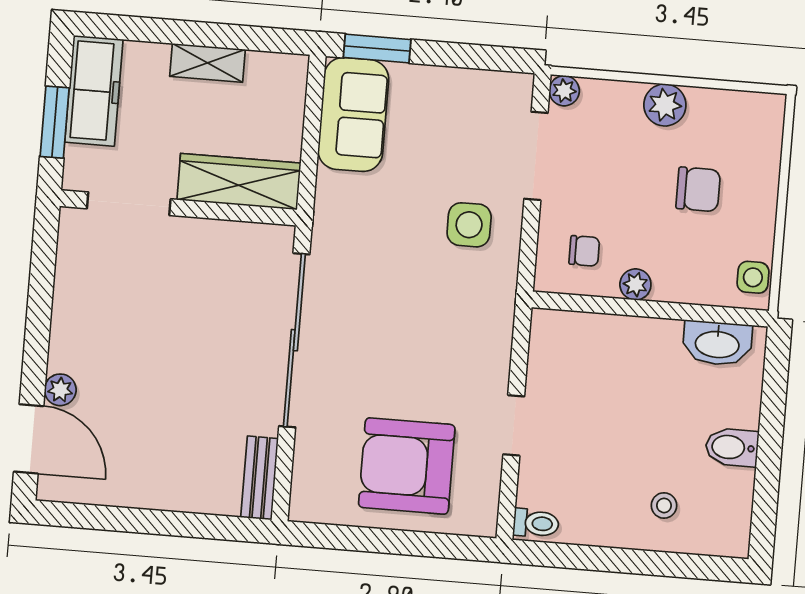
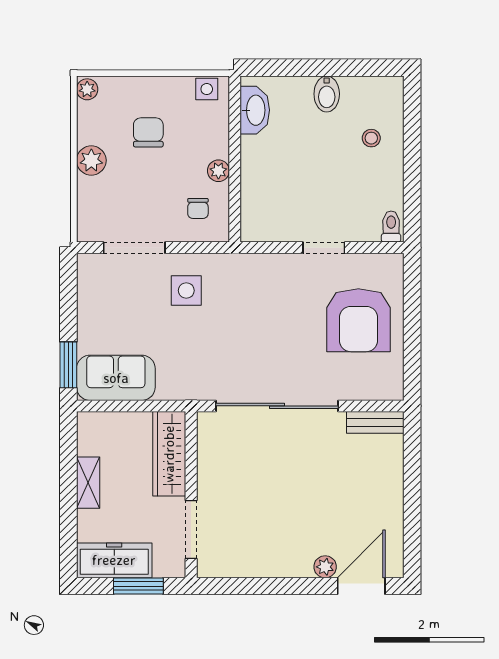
plant: (564, 91) -> (87, 89), moved
chair: (584, 251) -> (198, 208), turned 180

